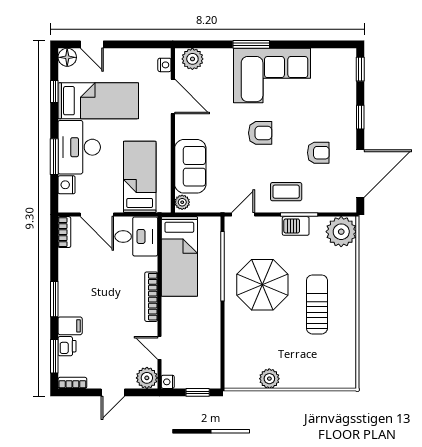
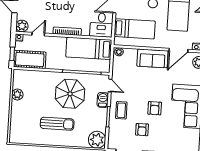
armchair: (260, 133) -> (155, 108), moved
sofa: (190, 166) -> (152, 58), moved
barbecue: (296, 226) -> (103, 100), moved
cot: (206, 360) -> (30, 59), added

